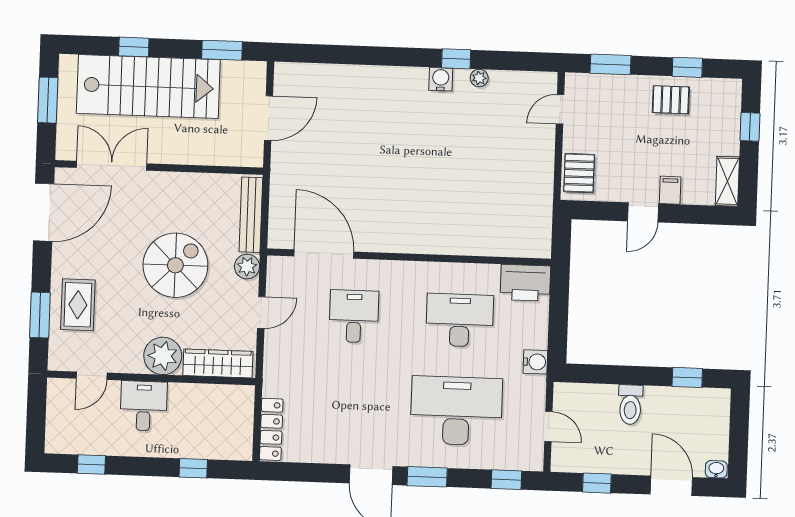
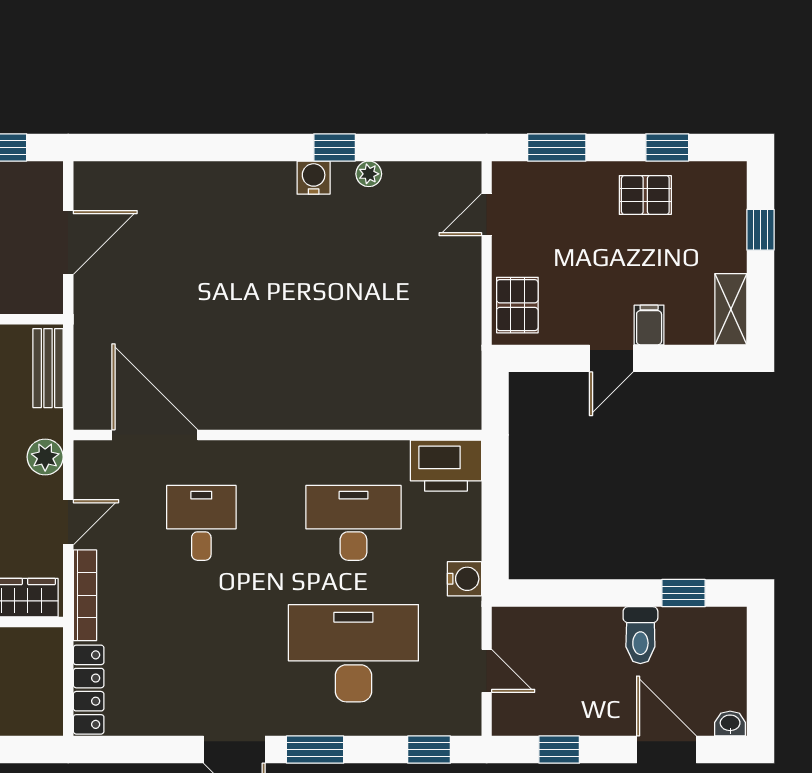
bench: (251, 215) -> (48, 368), width x0.73
bookcase: (271, 364) -> (85, 595), added
toilet: (630, 405) -> (640, 635), moved

